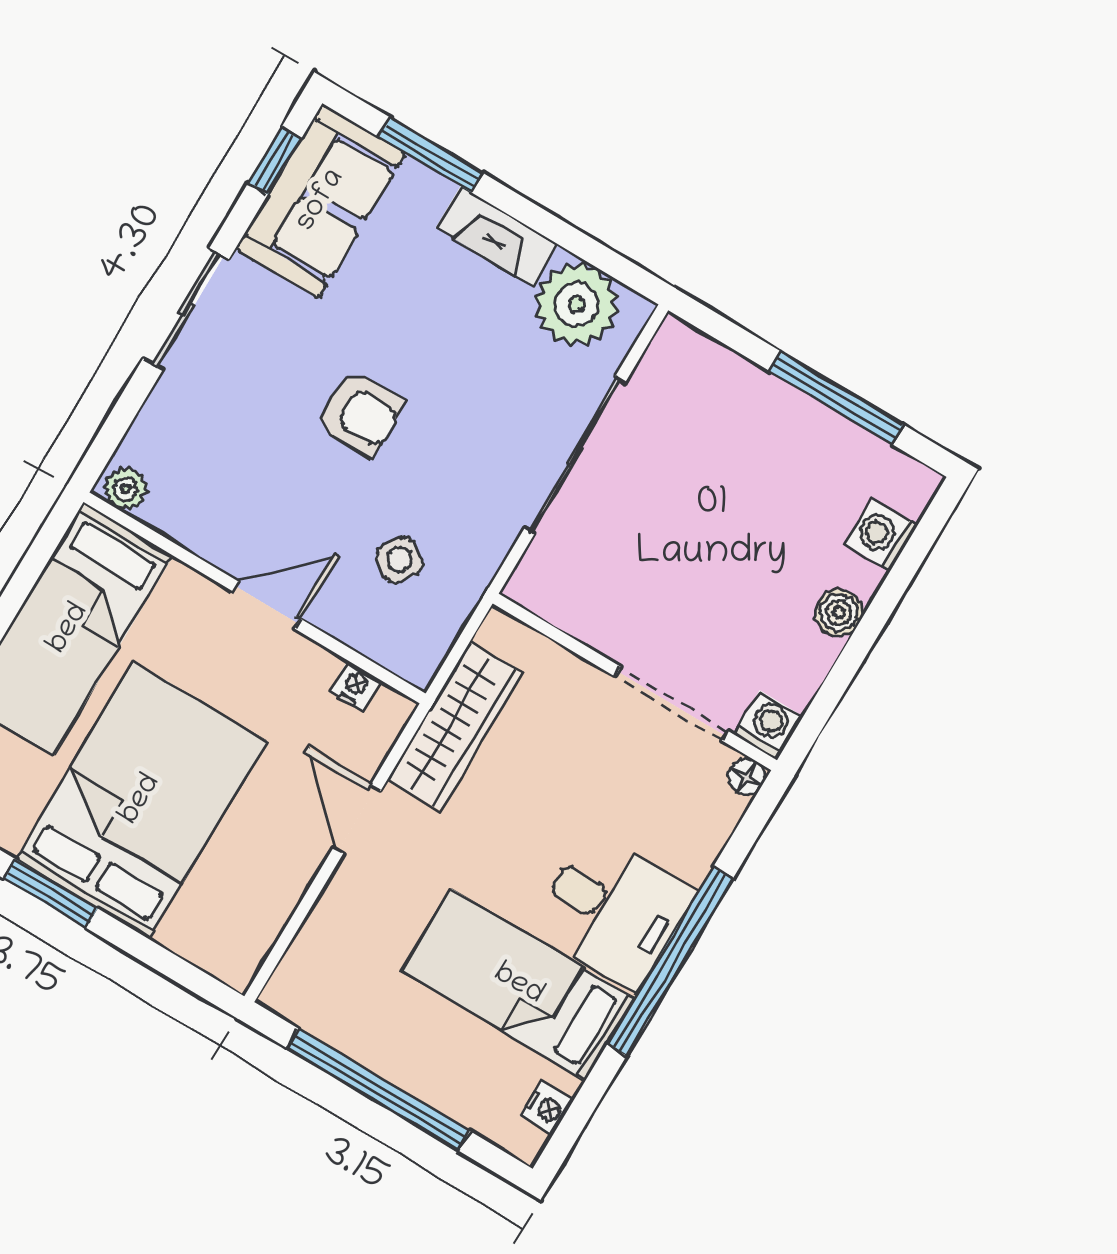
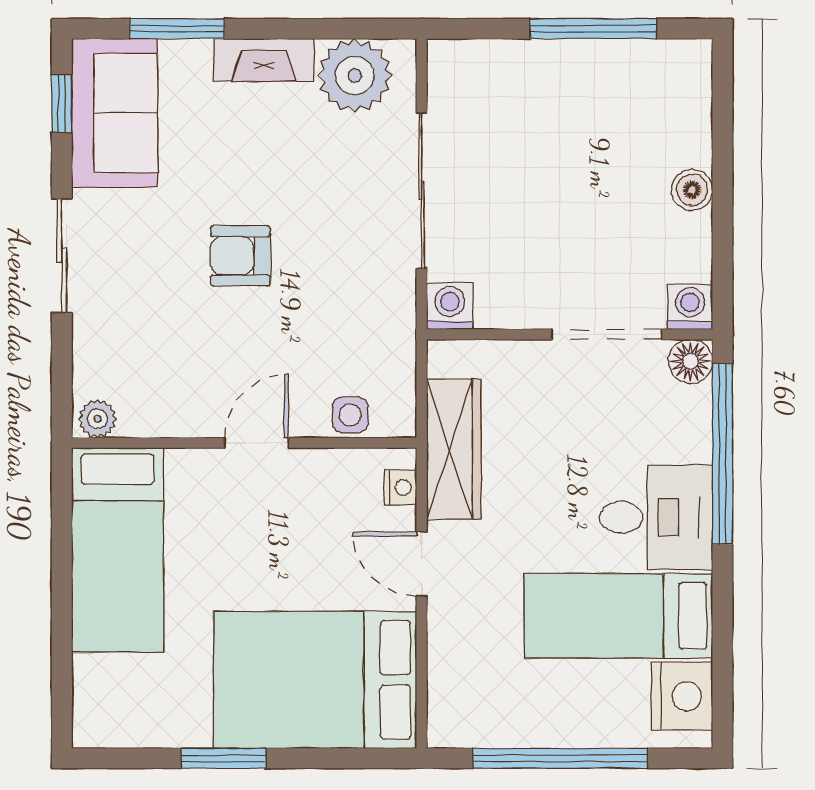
armchair: (360, 413) -> (240, 256), turned 180
washing machine: (881, 535) -> (450, 306), moved, turned 90
side table: (399, 560) -> (350, 415), moved, turned -35
nightstand: (355, 686) -> (400, 487), moved, turned 90
floor lamp: (746, 776) -> (690, 361), width x1.37, depth x1.37
bed: (141, 800) -> (315, 680), moved, turned -90
window: (670, 961) -> (722, 454), moved
nightstand: (547, 1108) -> (682, 696), width x1.89, depth x1.79

